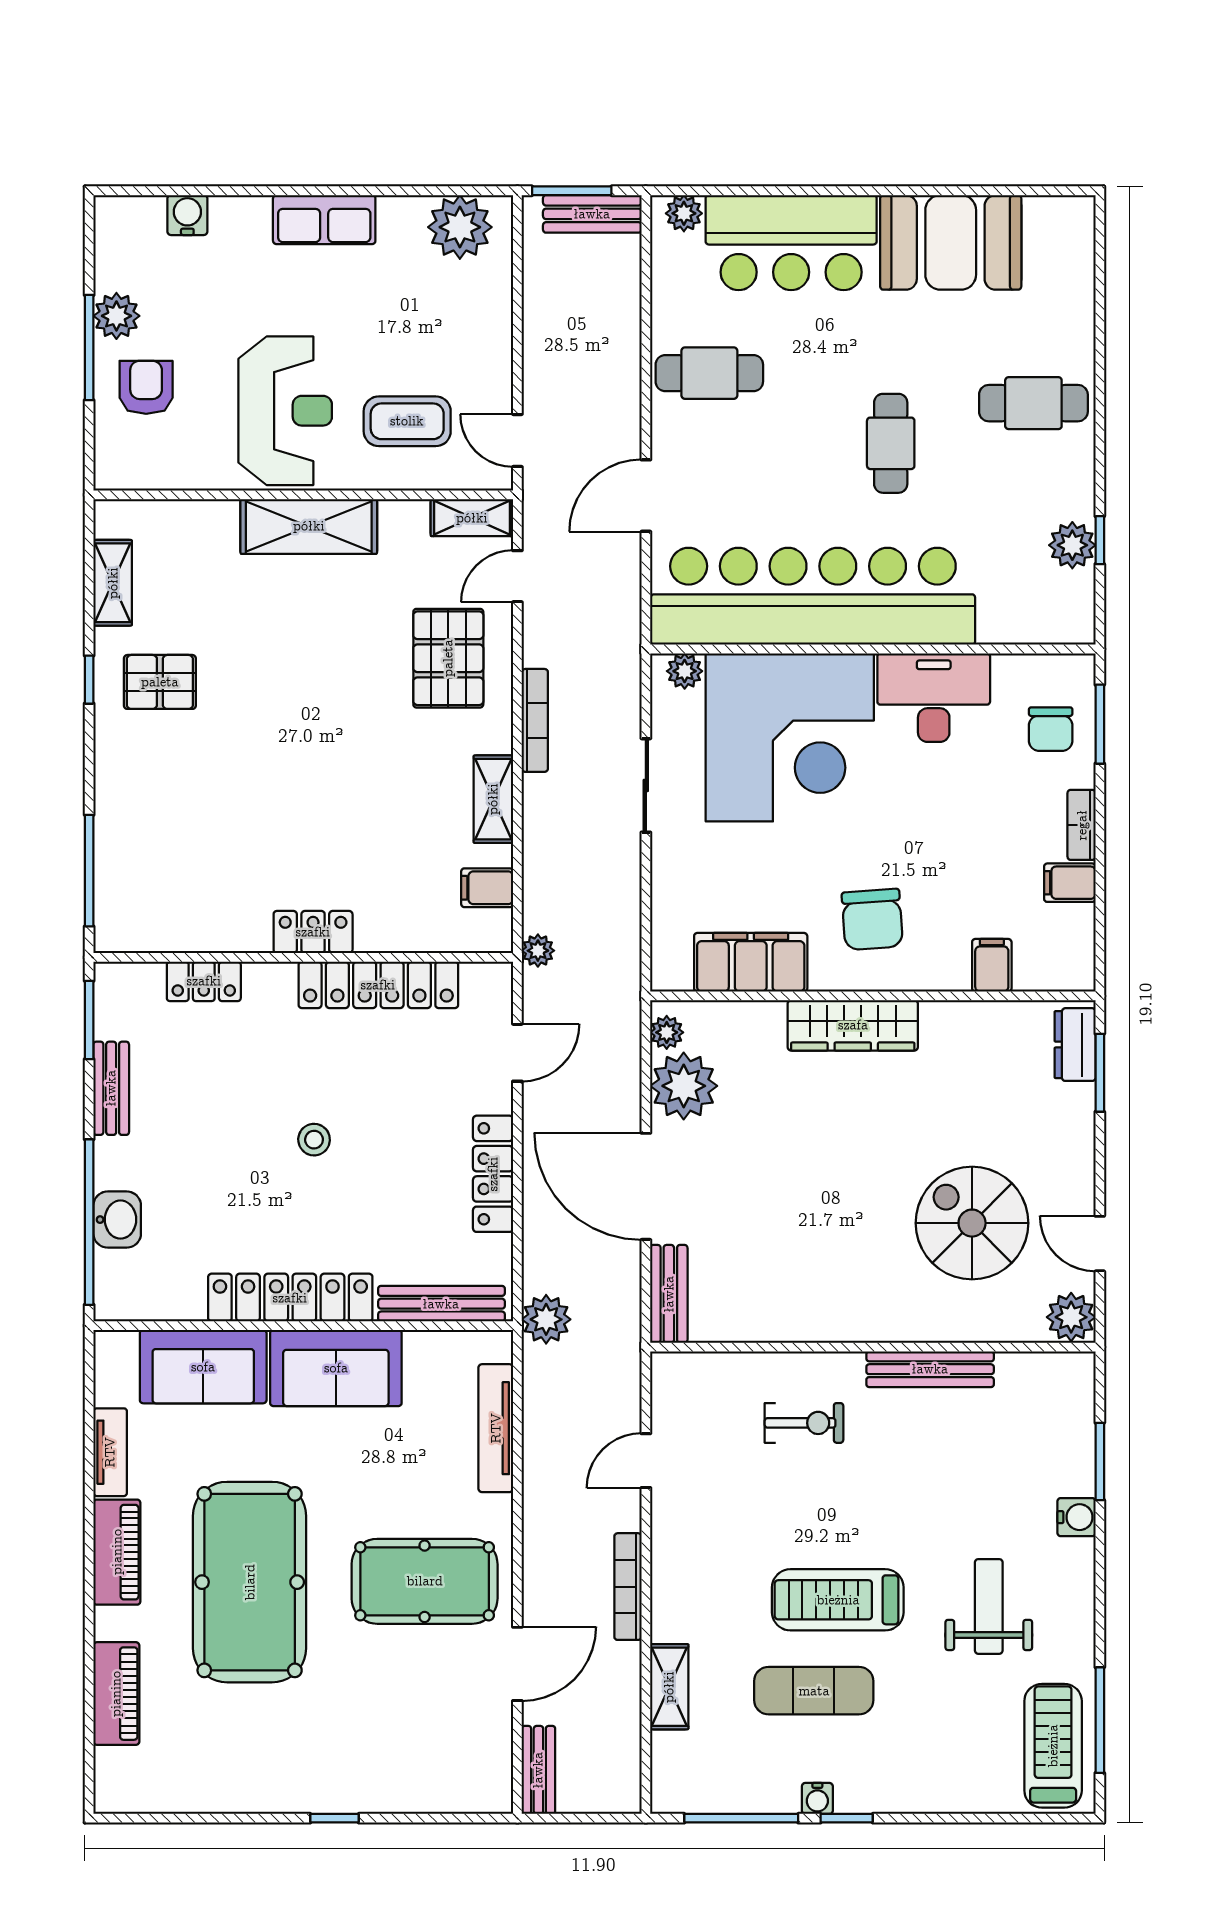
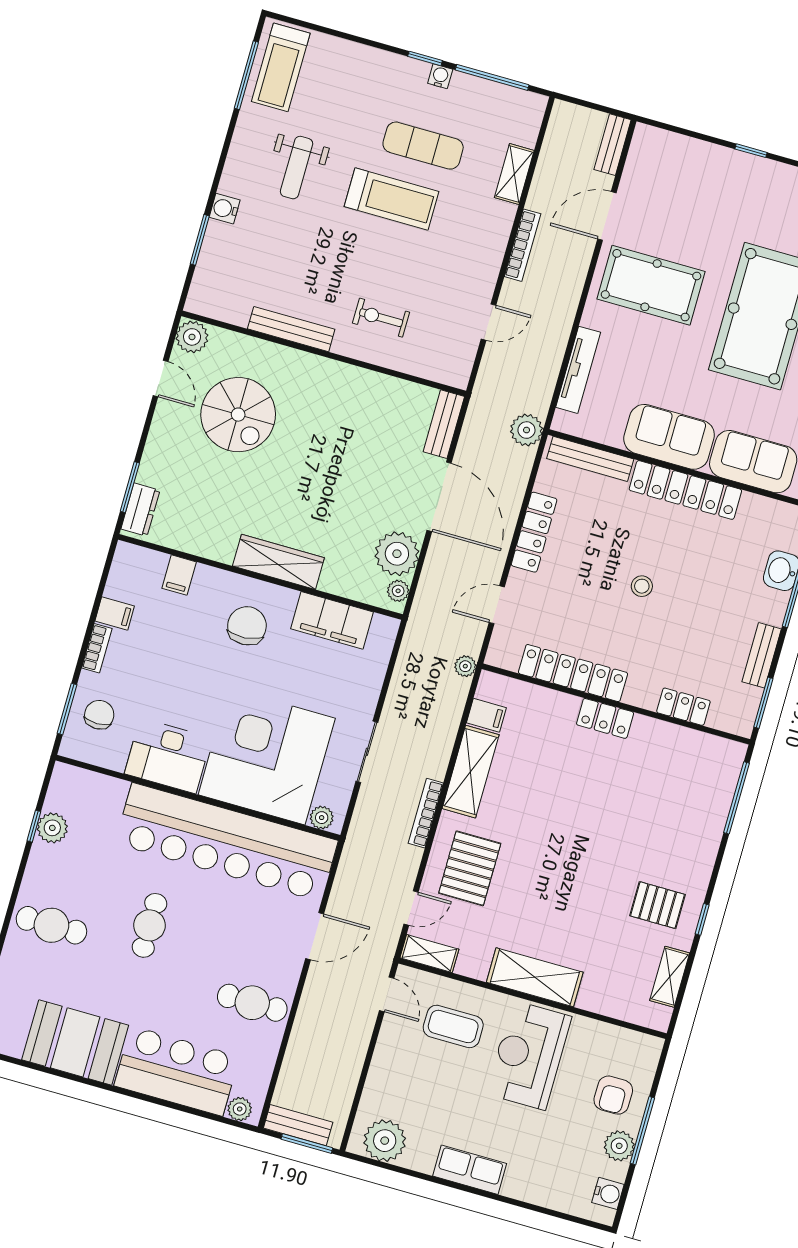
water cooler: (187, 215) -> (608, 1193), moved, turned -90
shelving: (493, 799) -> (471, 772), width x1.50, depth x1.33

